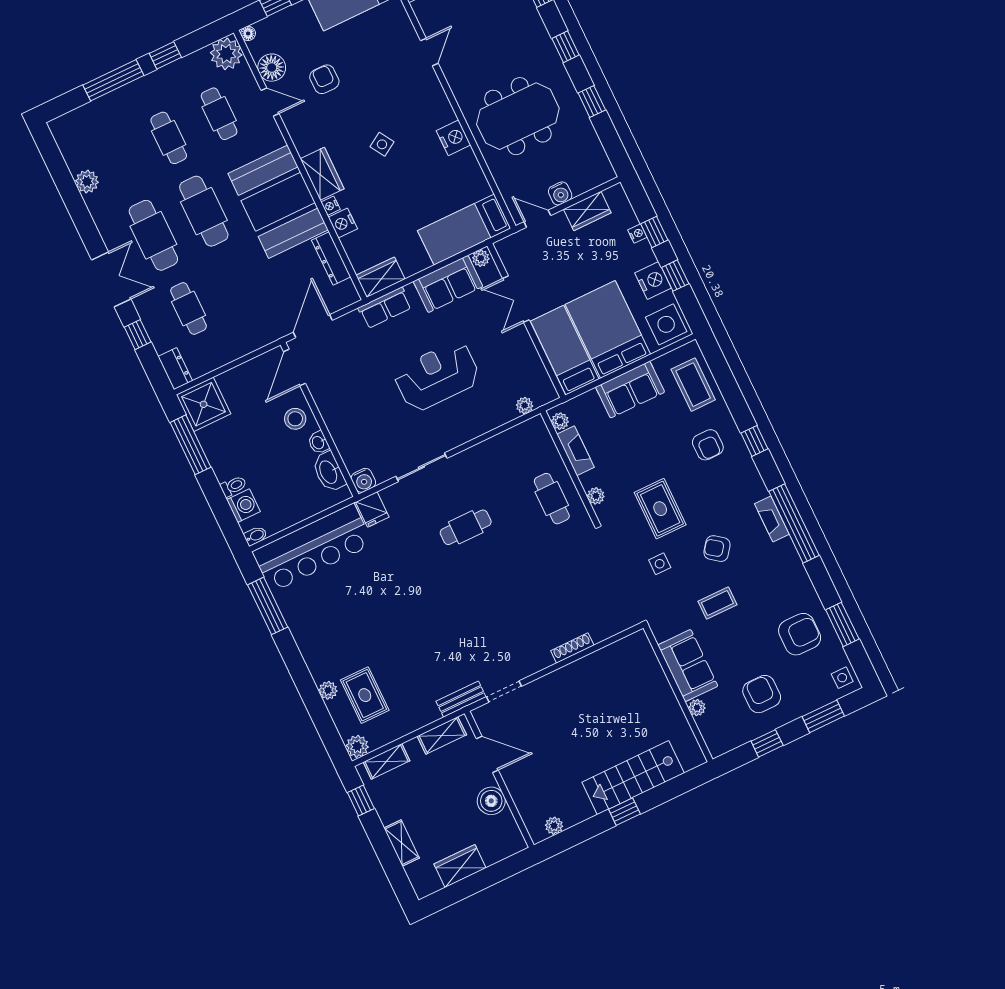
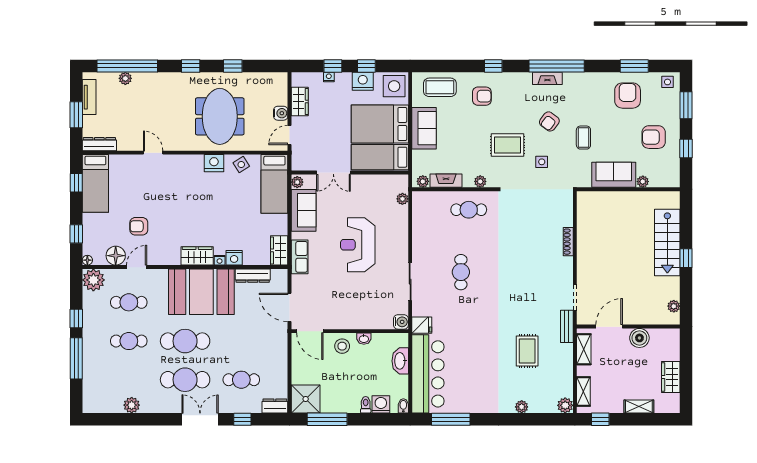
side table: (382, 144) -> (241, 165), moved
washbasin: (329, 472) -> (400, 361), moved, turned 90
rug: (365, 695) -> (527, 351), moved, turned 90

